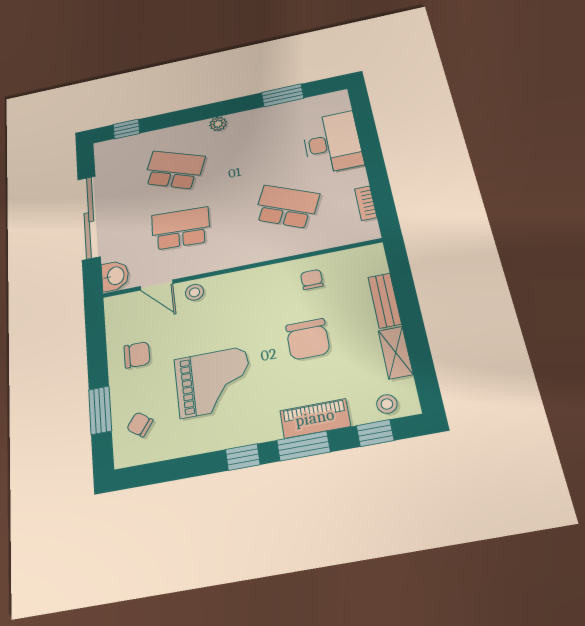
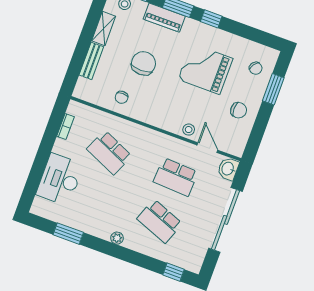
chair: (137, 355) -> (239, 110), turned 180

